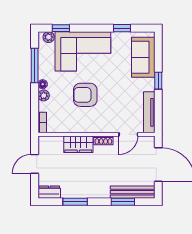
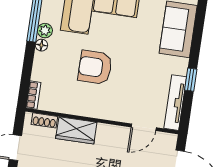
window: (158, 81) -> (191, 80), moved
plant: (44, 95) -> (45, 31), moved
shoe rack: (103, 140) -> (44, 120), moved

